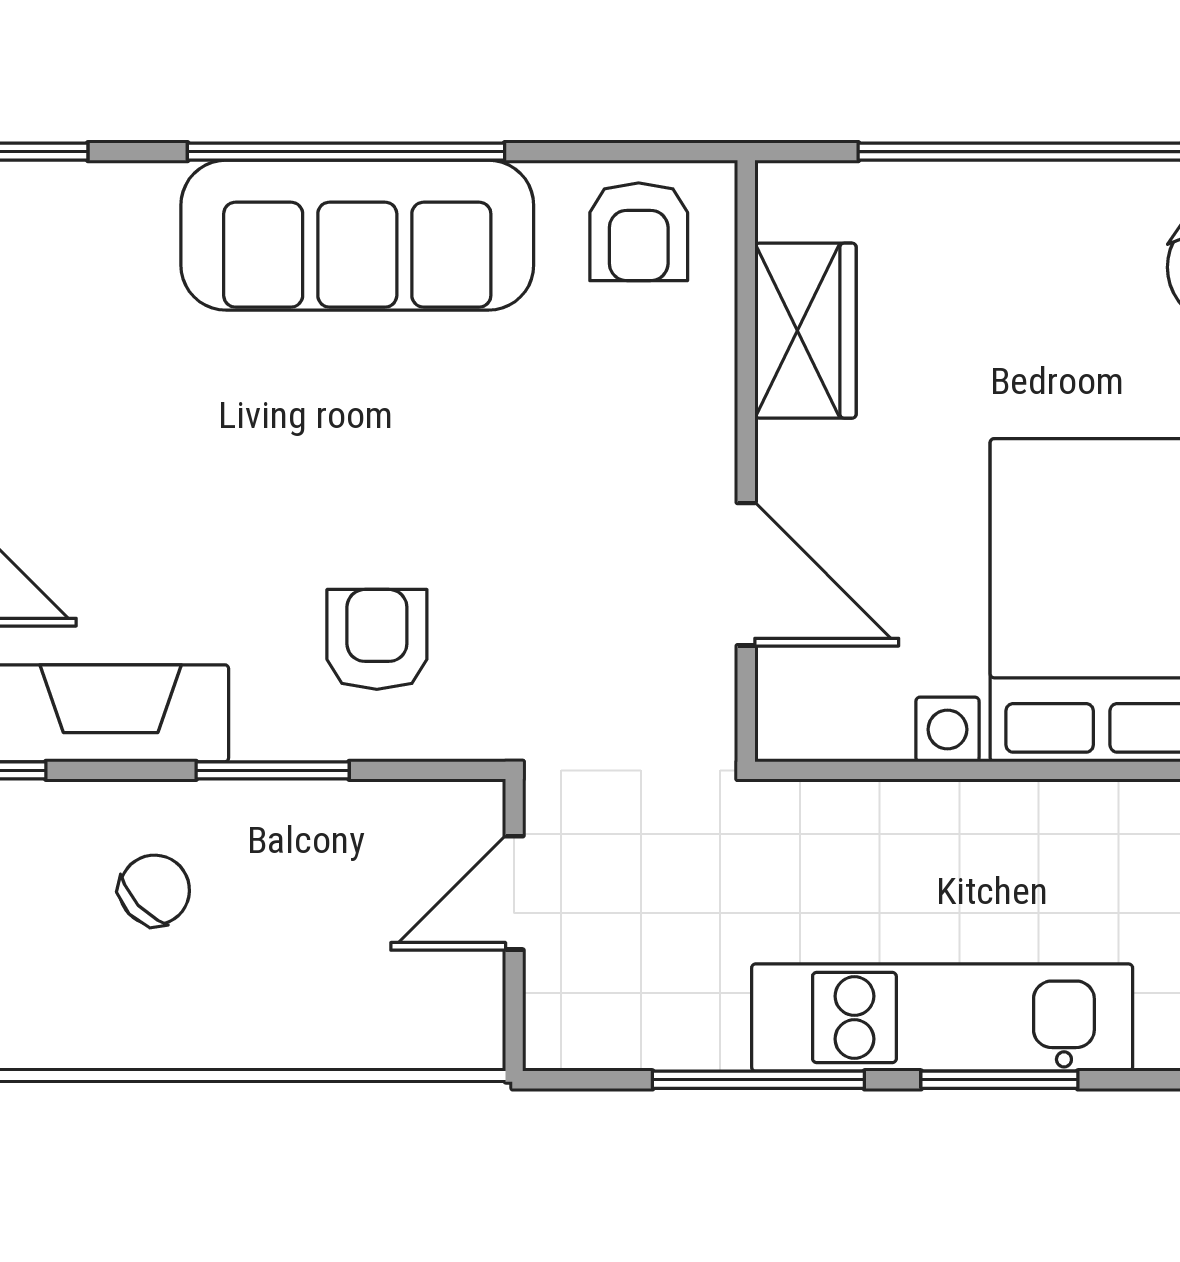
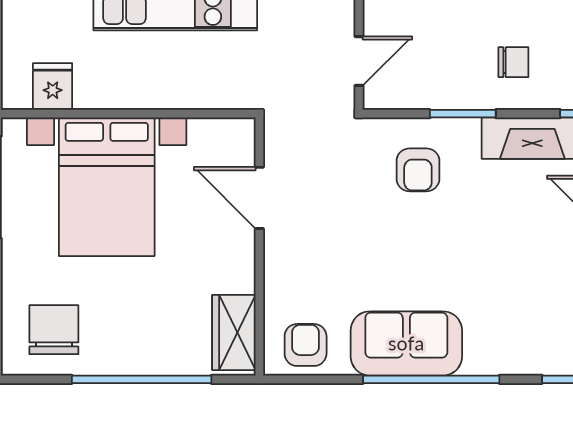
sofa: (357, 235) -> (406, 343), width x0.73
wardrobe: (805, 331) -> (234, 332), moved
chair: (155, 890) -> (513, 62), turned -137

